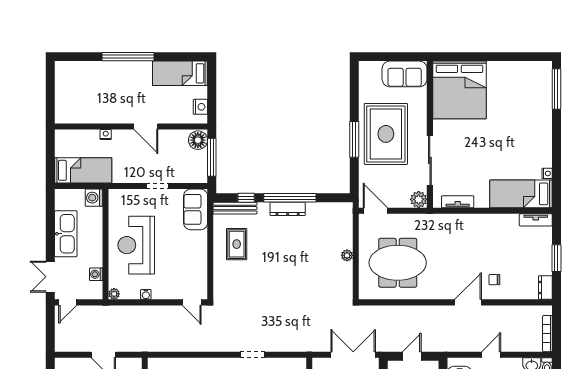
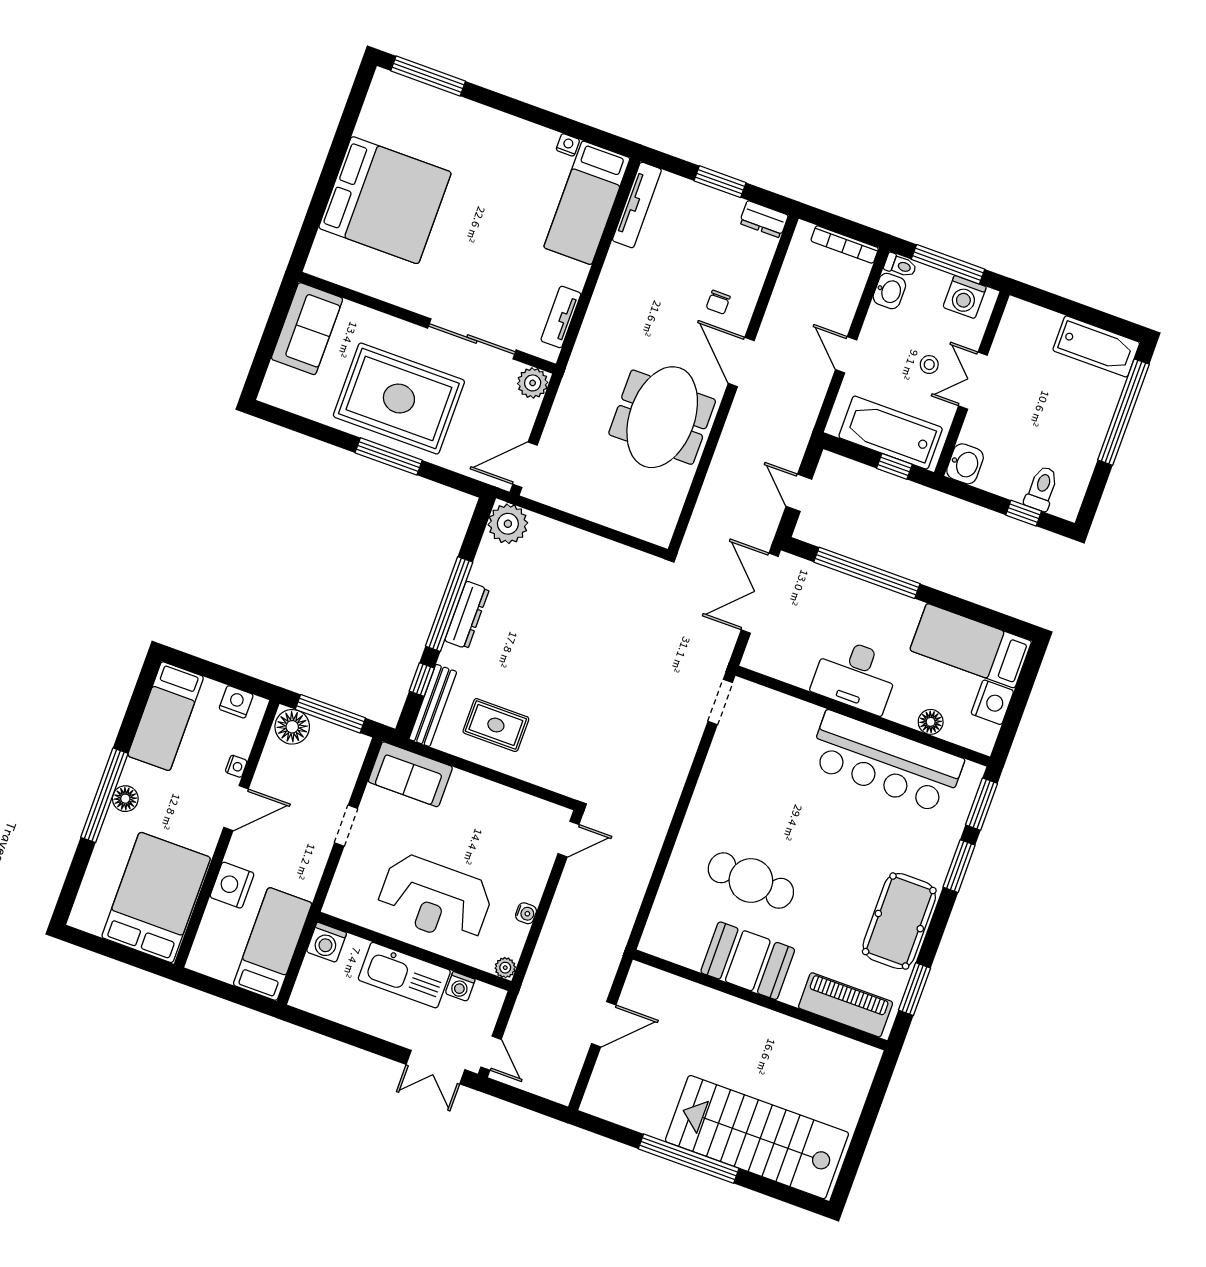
floor lamp: (130, 68) -> (125, 799), added
bed: (459, 90) -> (385, 200), moved
bed: (85, 102) -> (156, 897), added
nightstand: (167, 119) -> (236, 766), added
nightstand: (106, 135) -> (232, 885), width x1.89, depth x1.79
tv unit: (536, 220) -> (637, 205), width x1.41
kitchen sink: (66, 234) -> (404, 975), moved, turned 180
plant: (347, 255) -> (508, 524), moved, width x1.88, depth x1.88
meeting table: (398, 263) -> (662, 417), moved
doorway: (253, 355) -> (720, 702), moved

